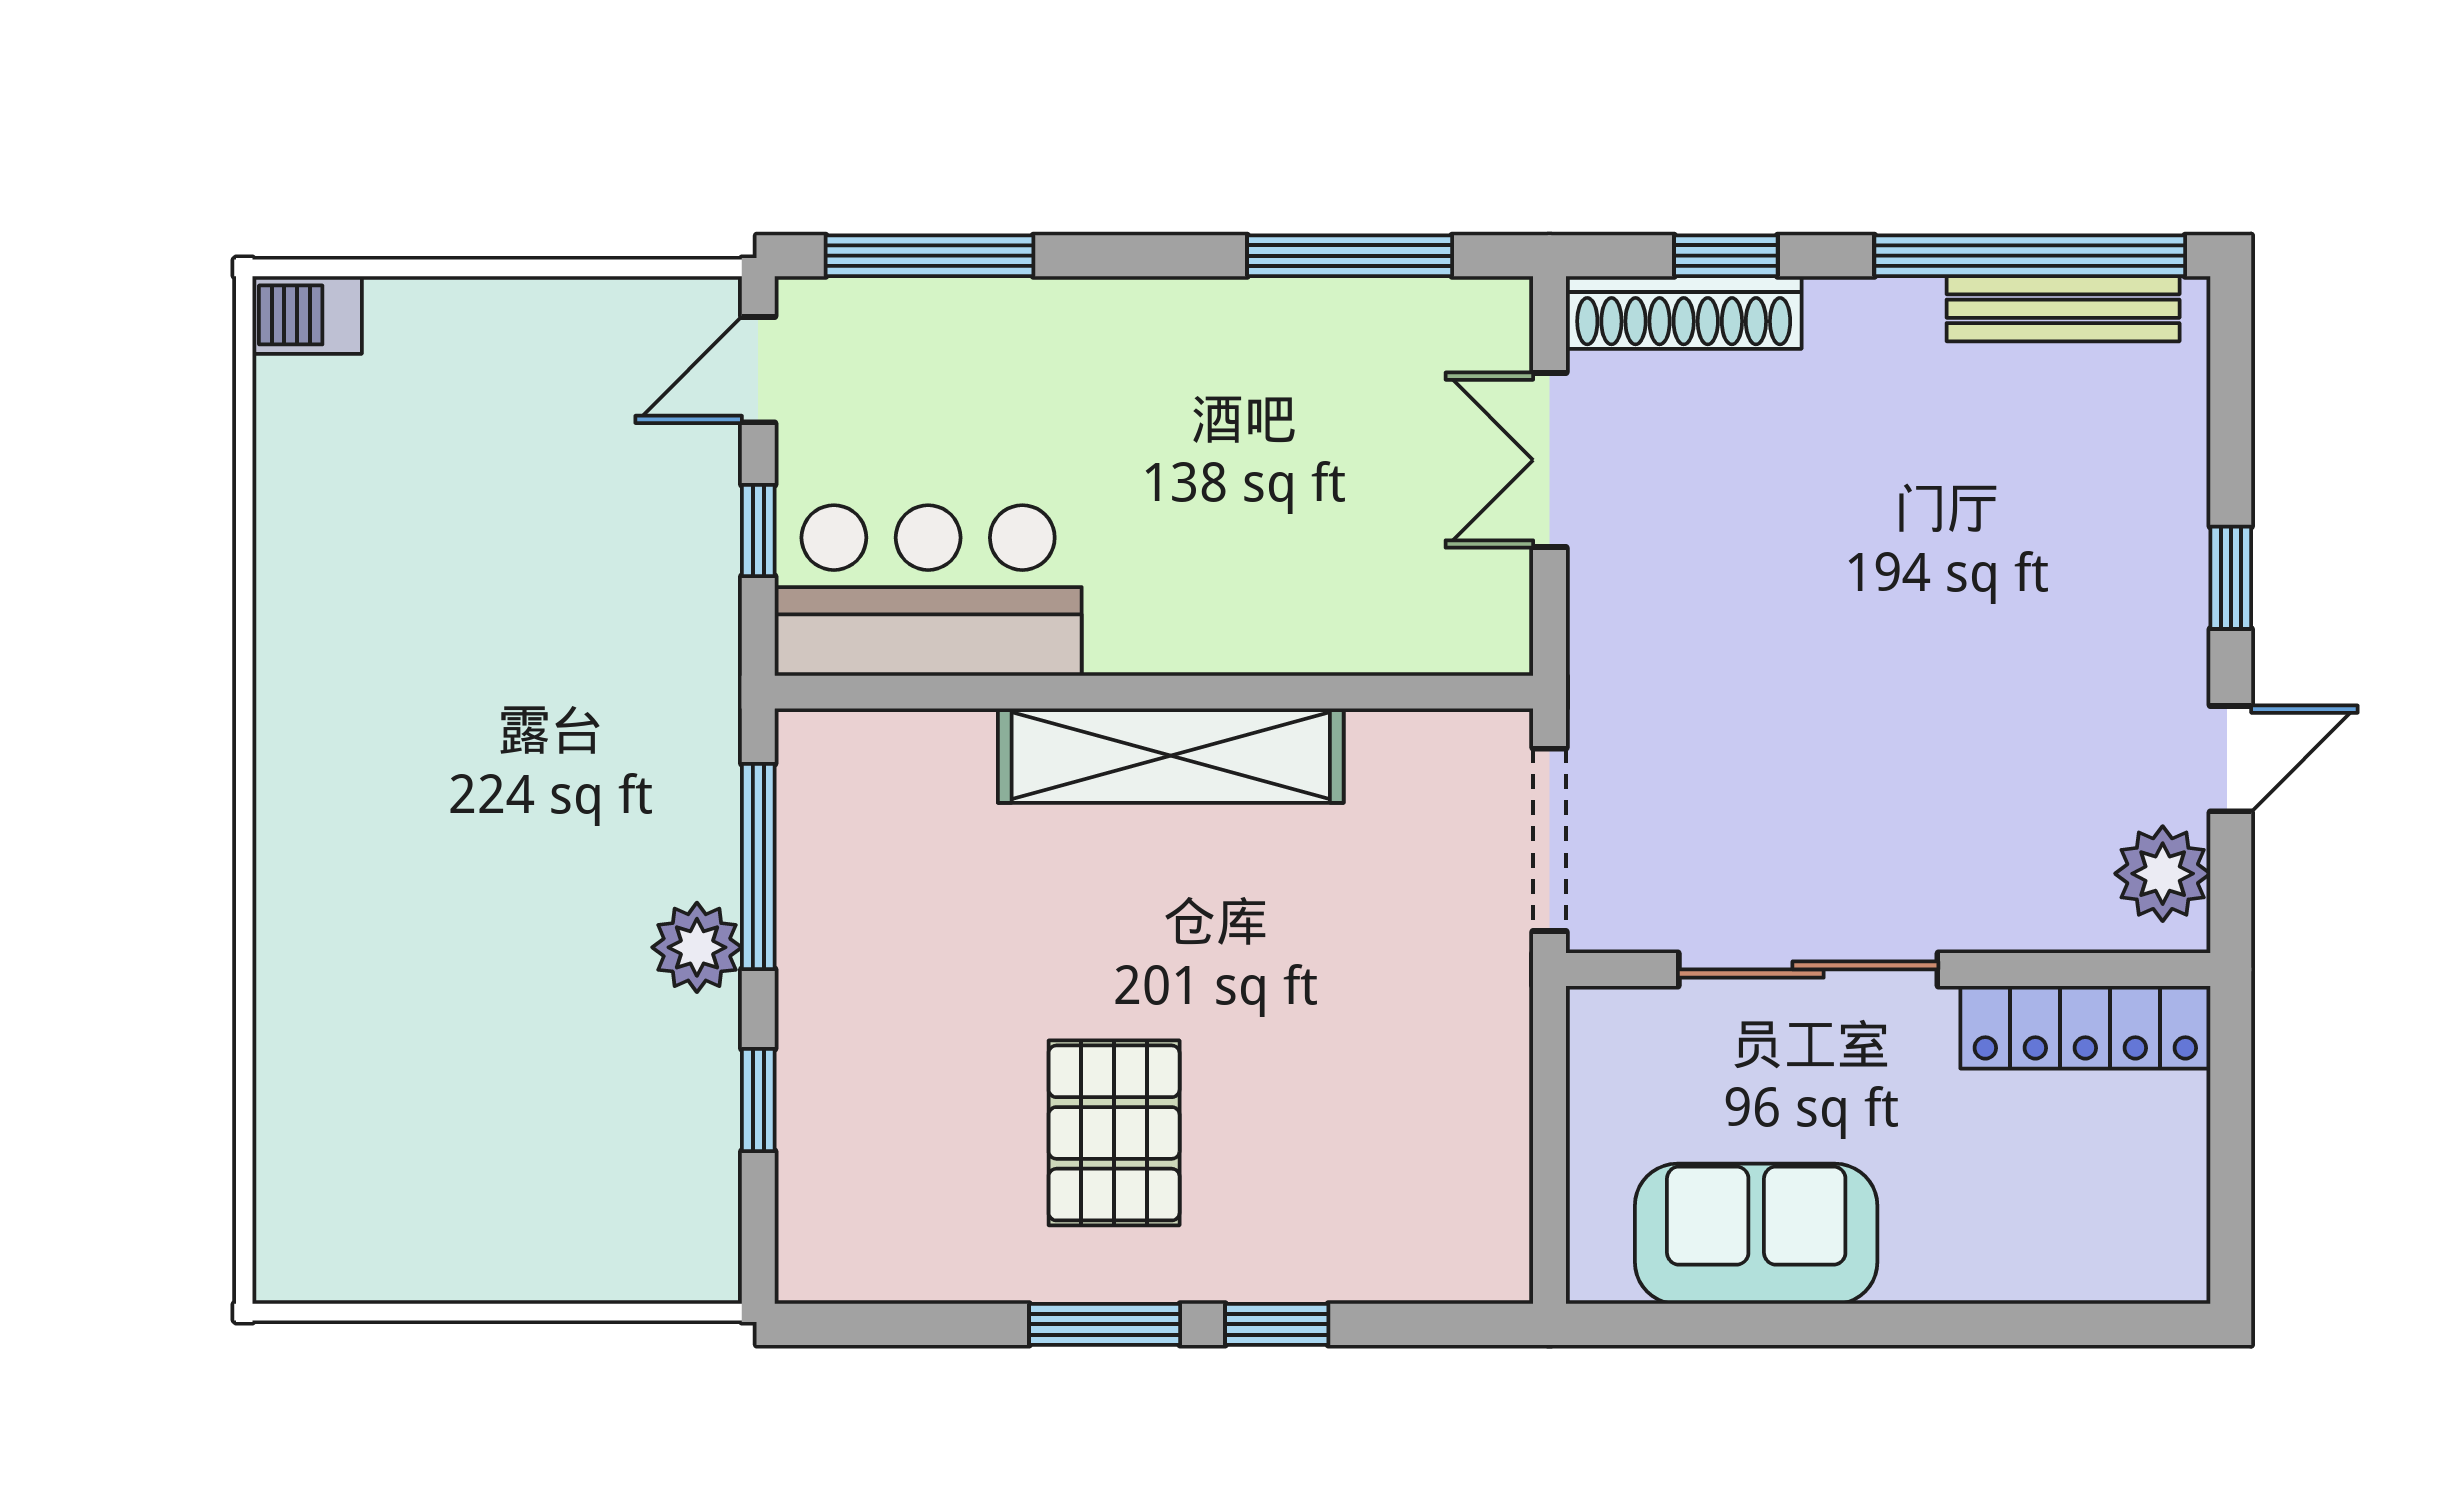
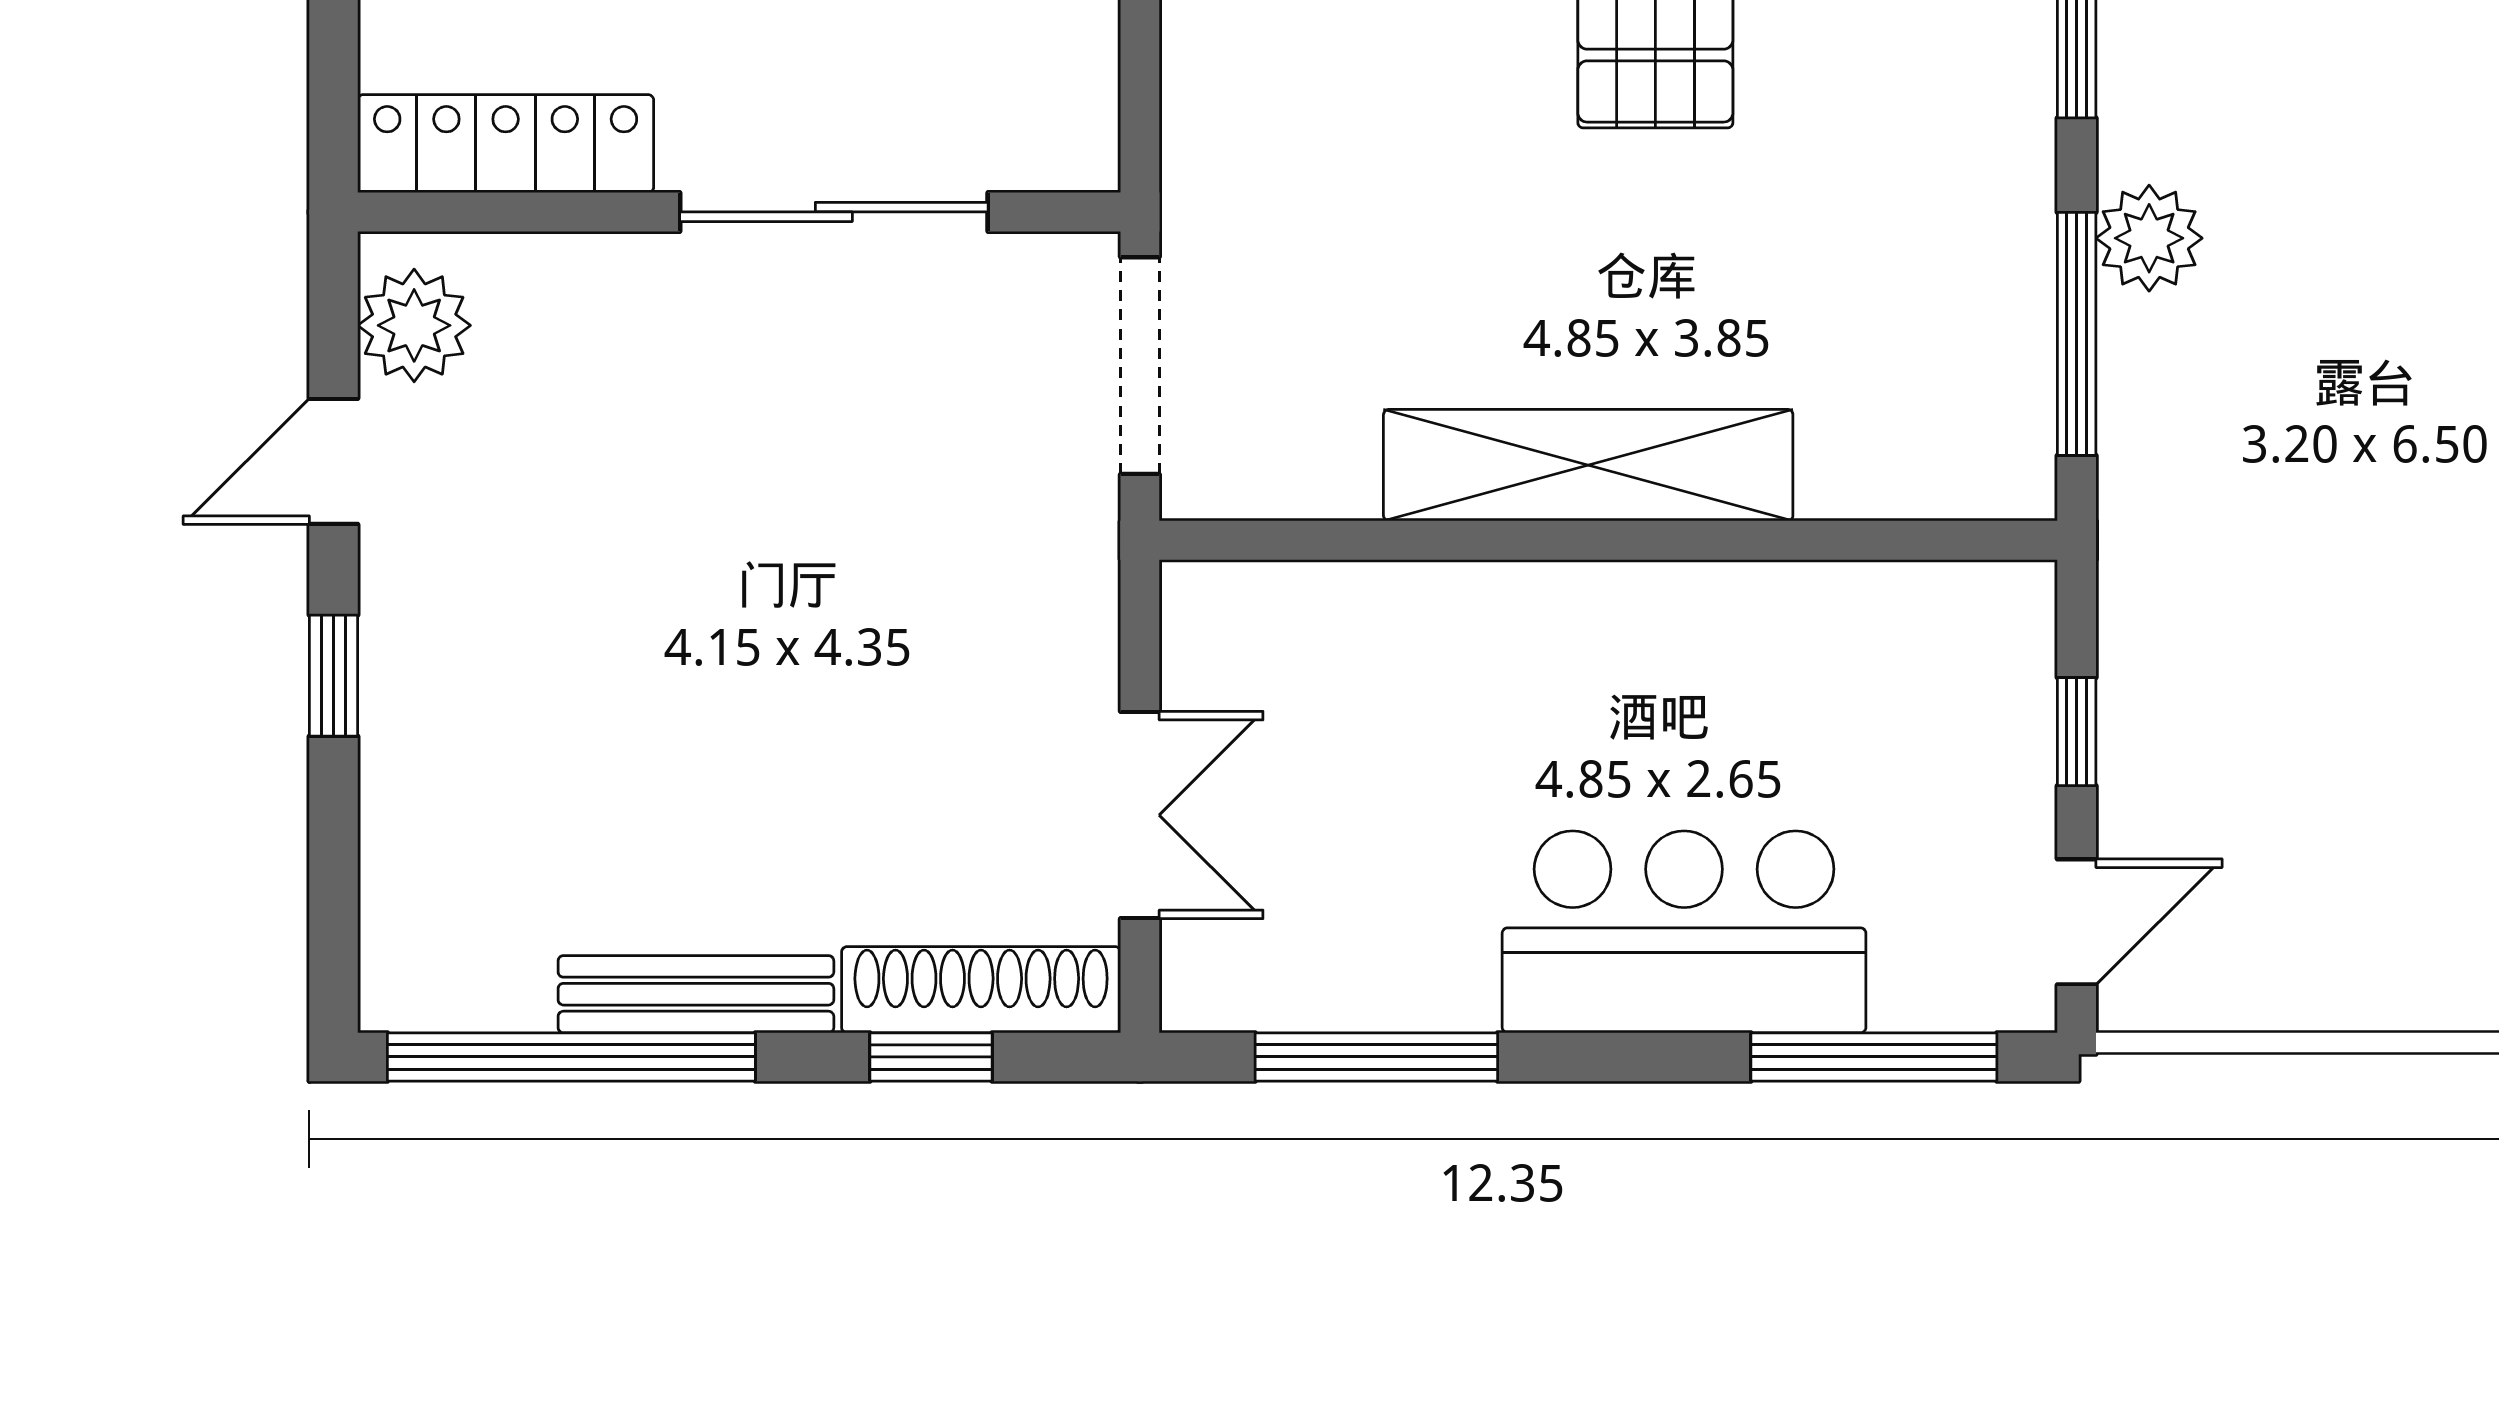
bench: (2063, 309) -> (696, 994), moved
bar counter: (928, 590) -> (1684, 932), moved, turned 180

